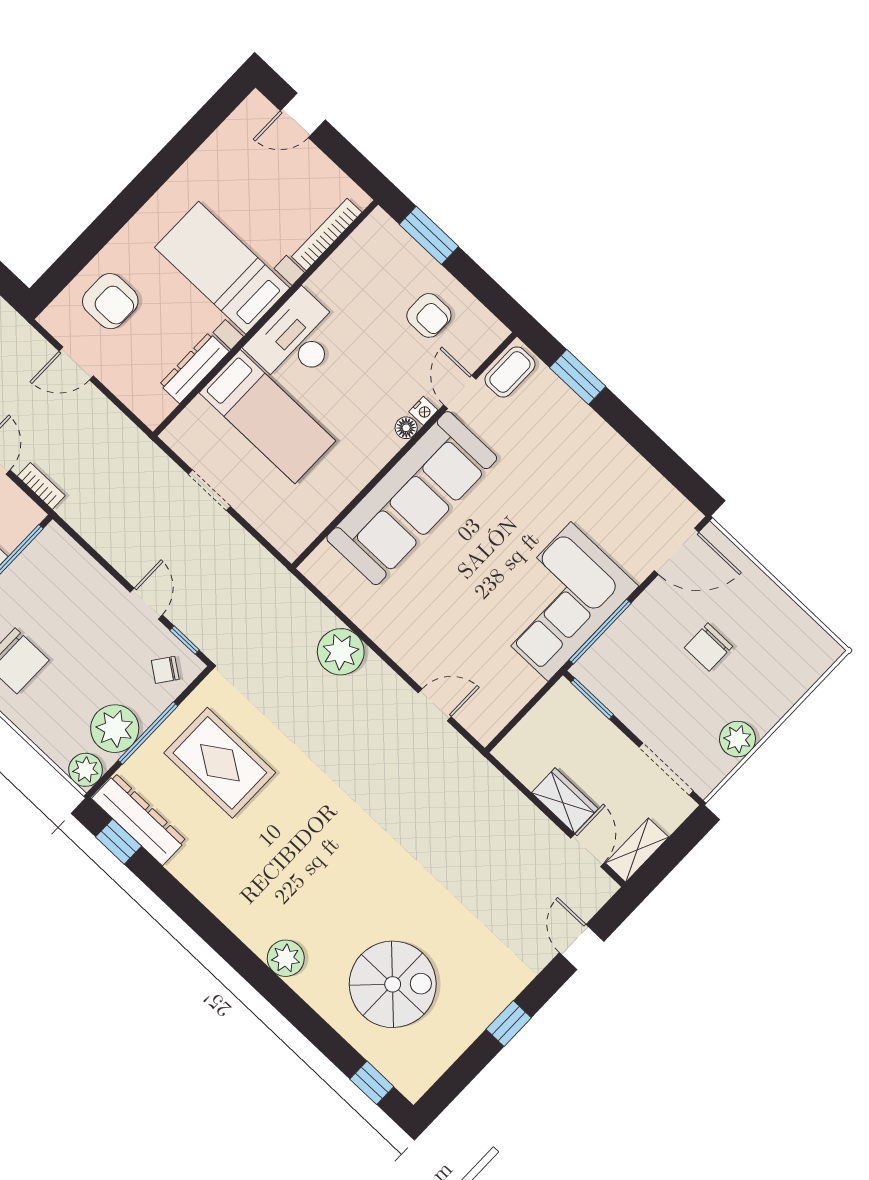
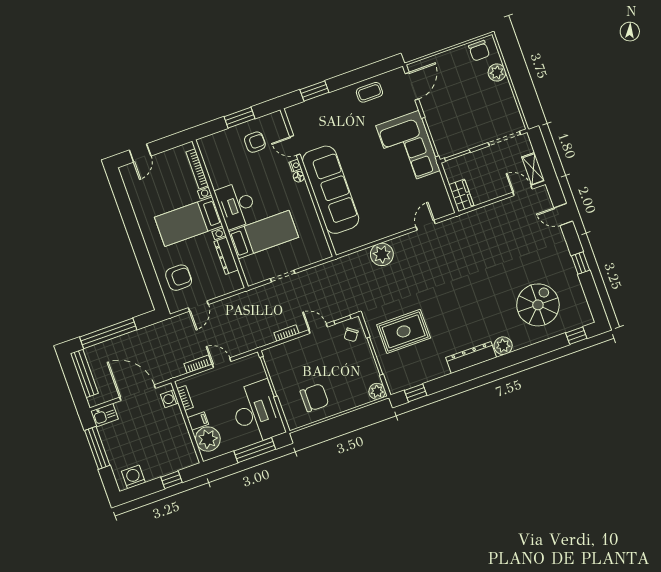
window: (429, 235) -> (239, 118), moved
coffee table: (510, 372) -> (369, 92), moved, turned 90
bookcase: (41, 486) -> (286, 333), moved
chair: (708, 647) -> (479, 51), moved
plant: (115, 729) -> (366, 370), removed
plant: (738, 739) -> (497, 72), moved
wardrobe: (565, 801) -> (461, 195), moved, turned 90
dresser: (139, 819) -> (471, 357), moved

